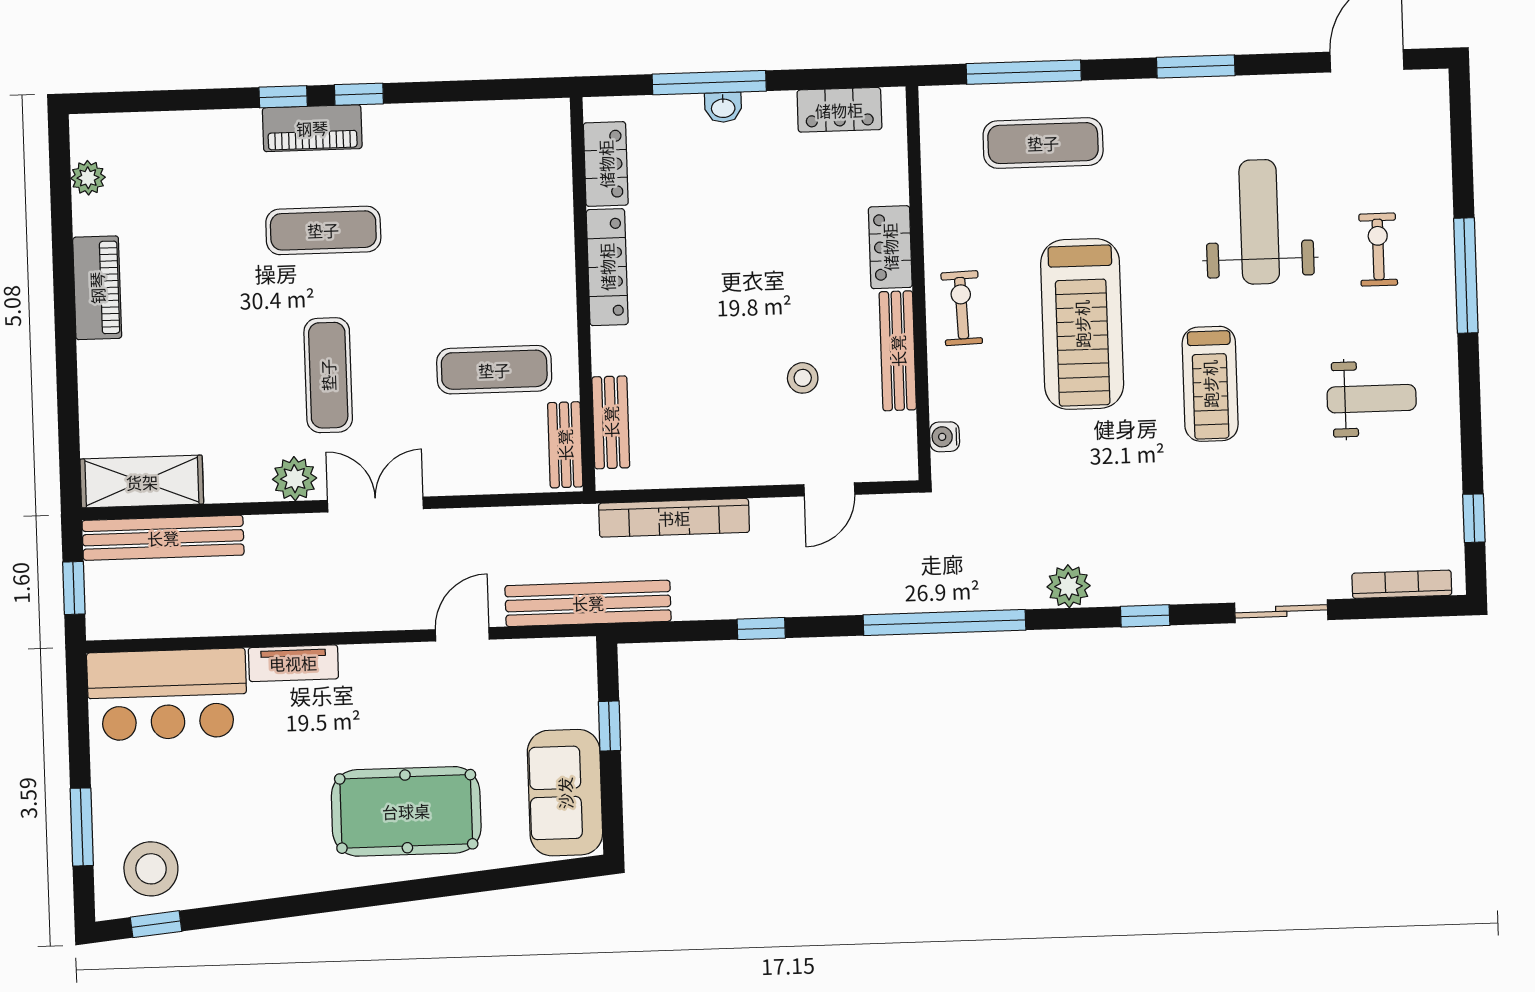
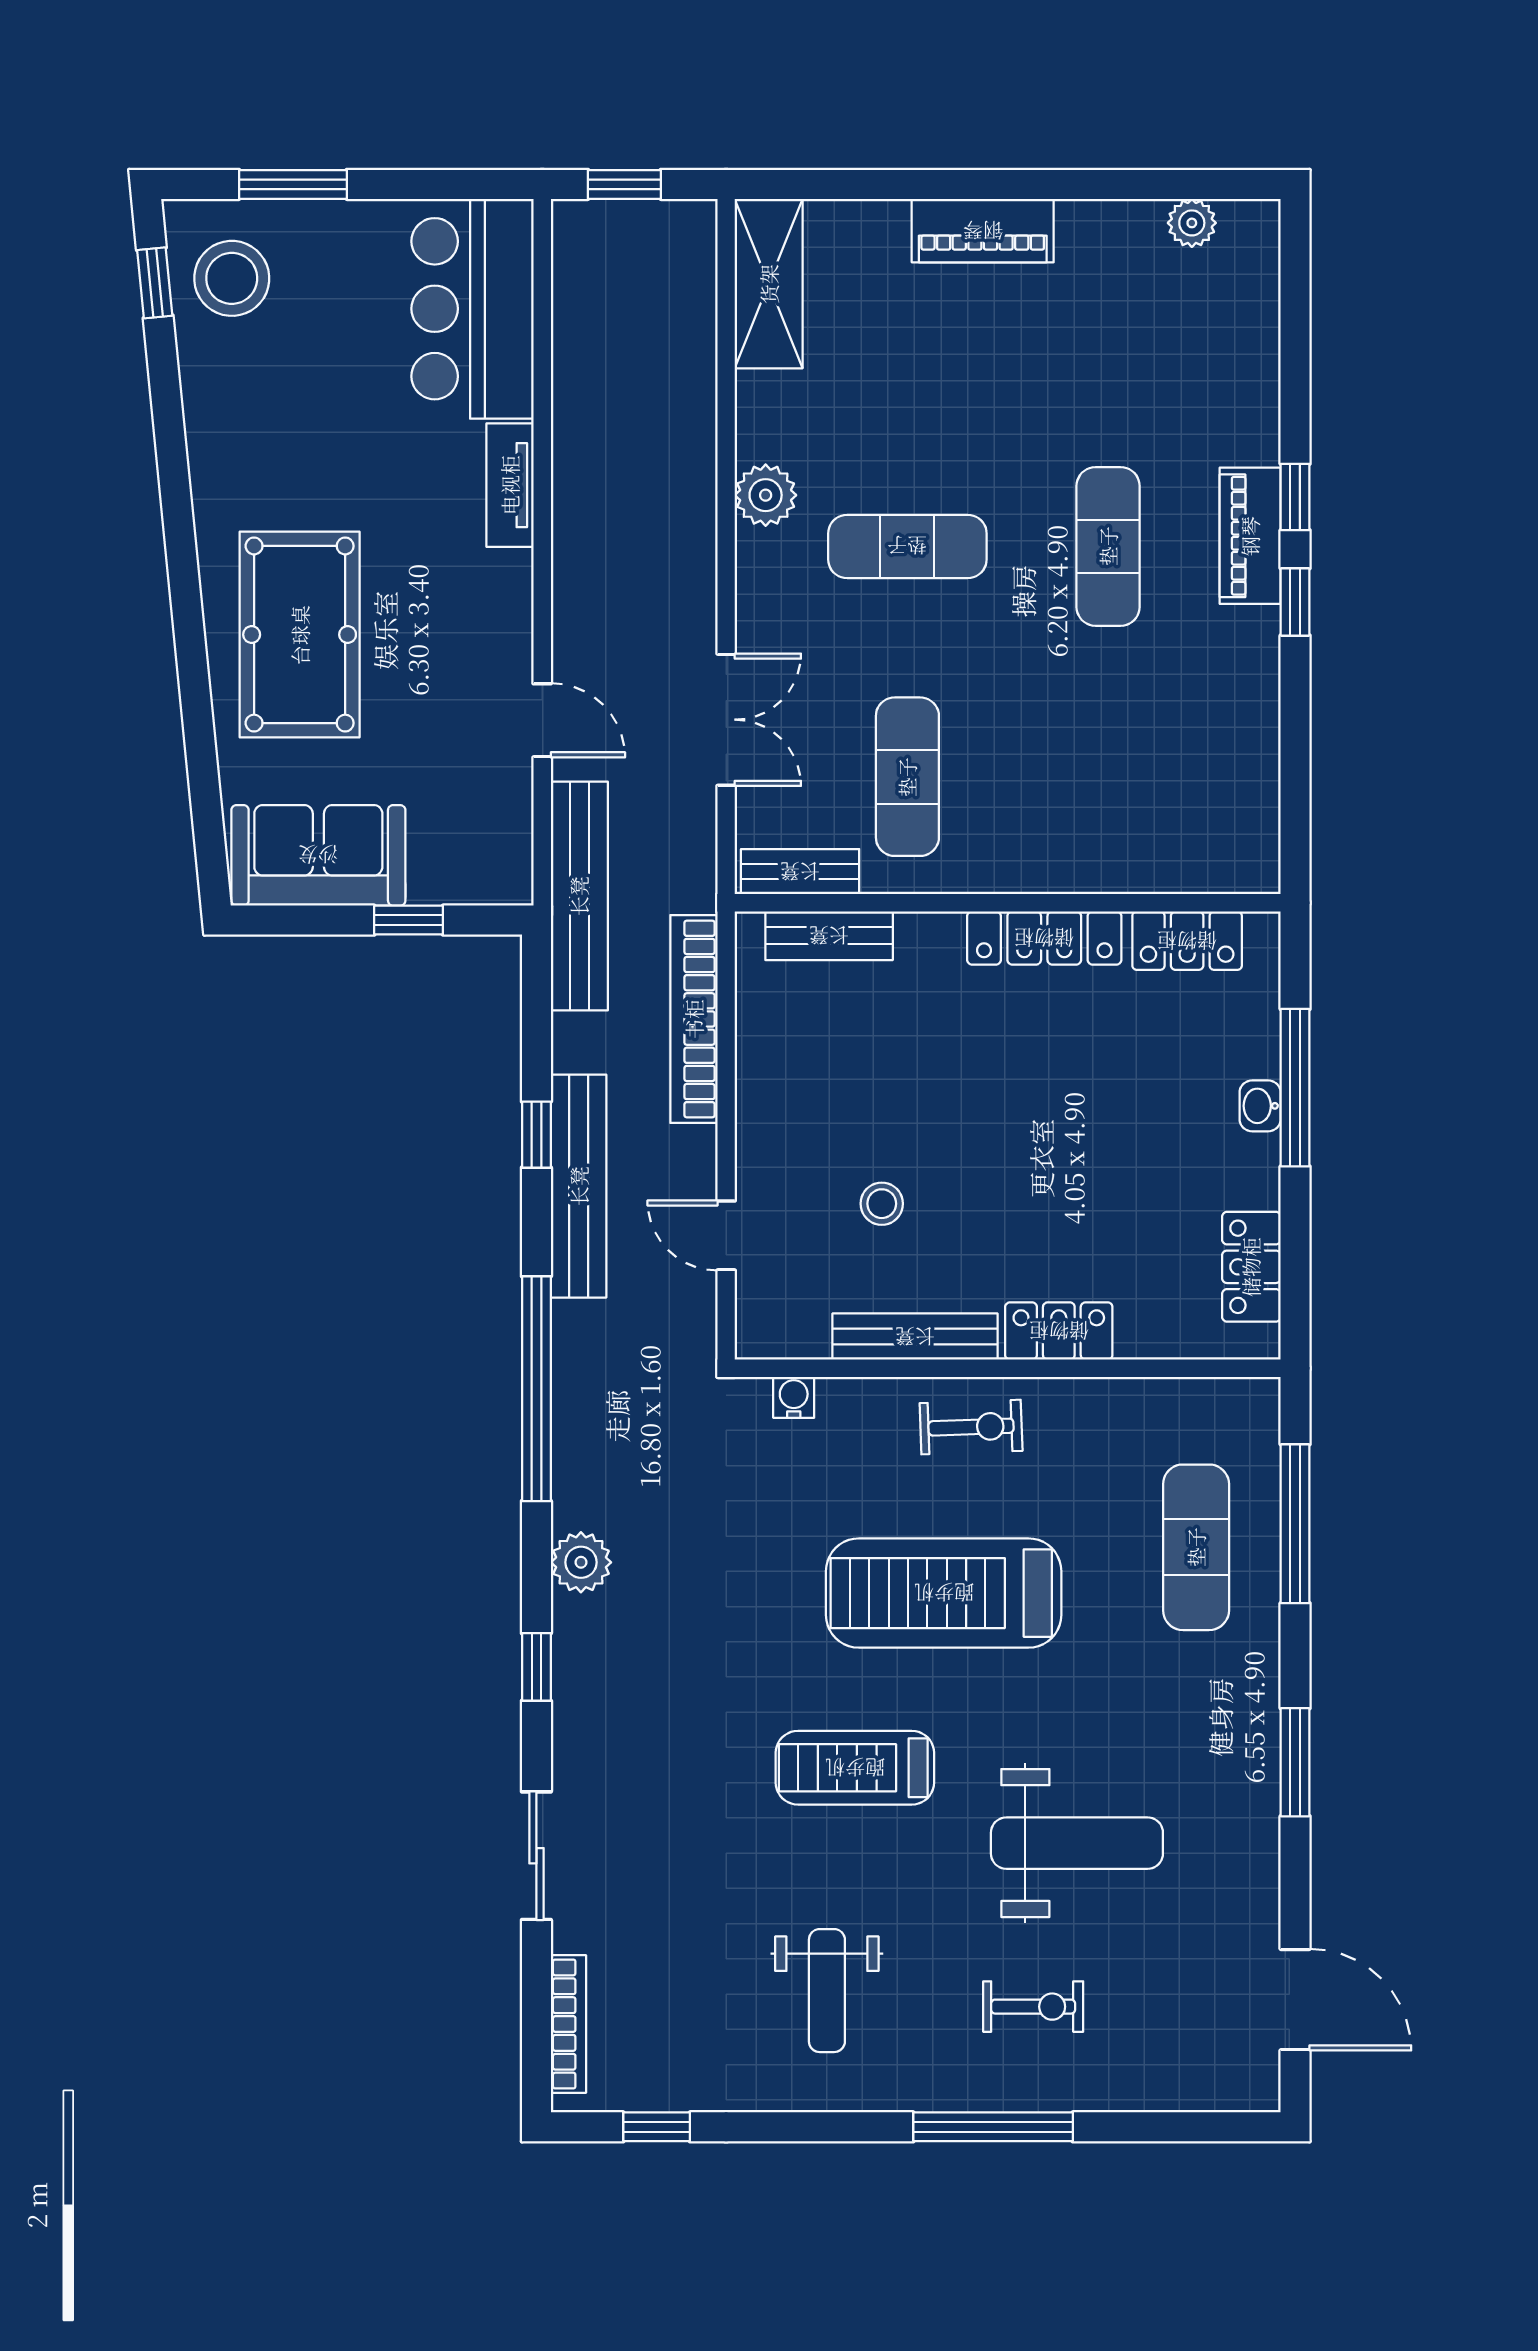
piano: (97, 288) -> (983, 231), moved
double door: (375, 504) -> (726, 720), moved
bench: (163, 538) -> (579, 1186), moved

